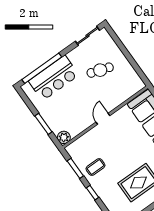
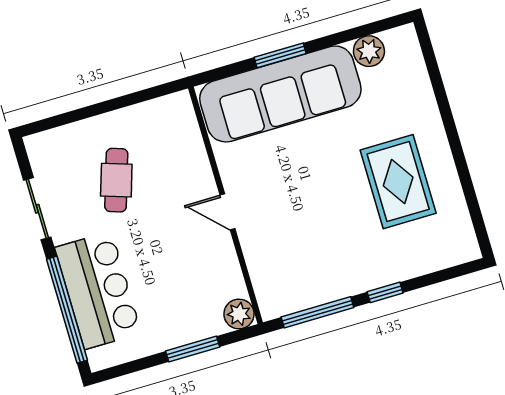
sliding door: (87, 36) -> (37, 209), moved
coffee table: (95, 167) -> (330, 266), removed
window: (75, 168) -> (317, 312), width x1.44

